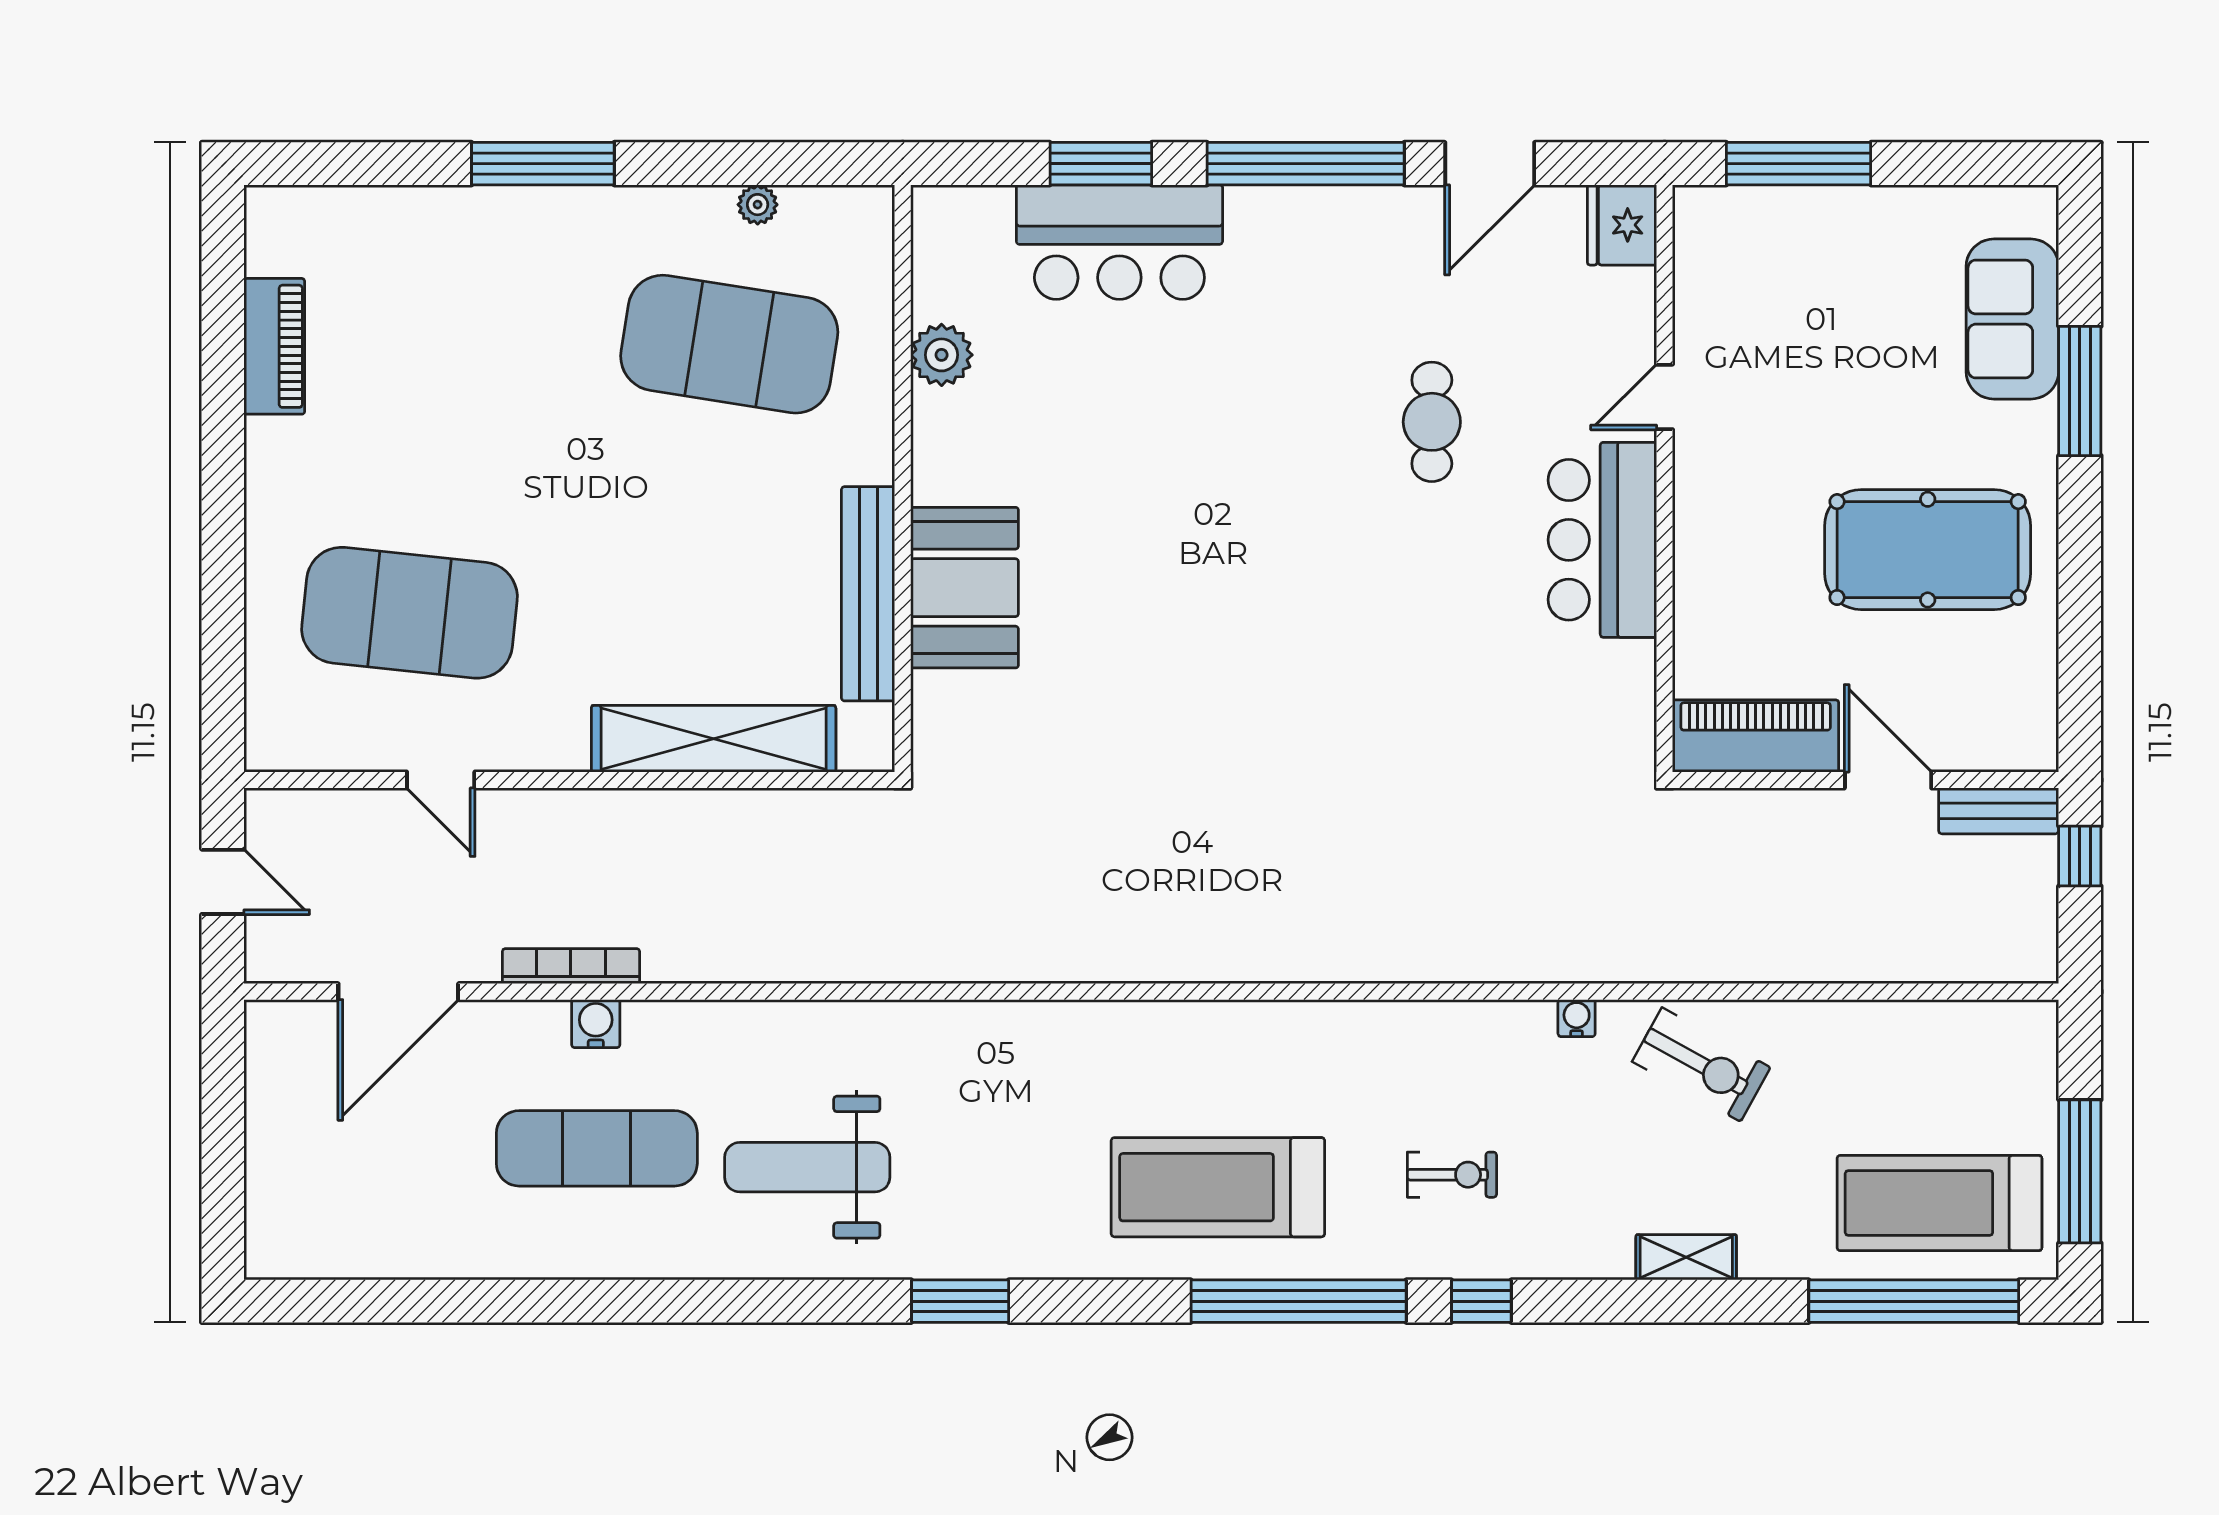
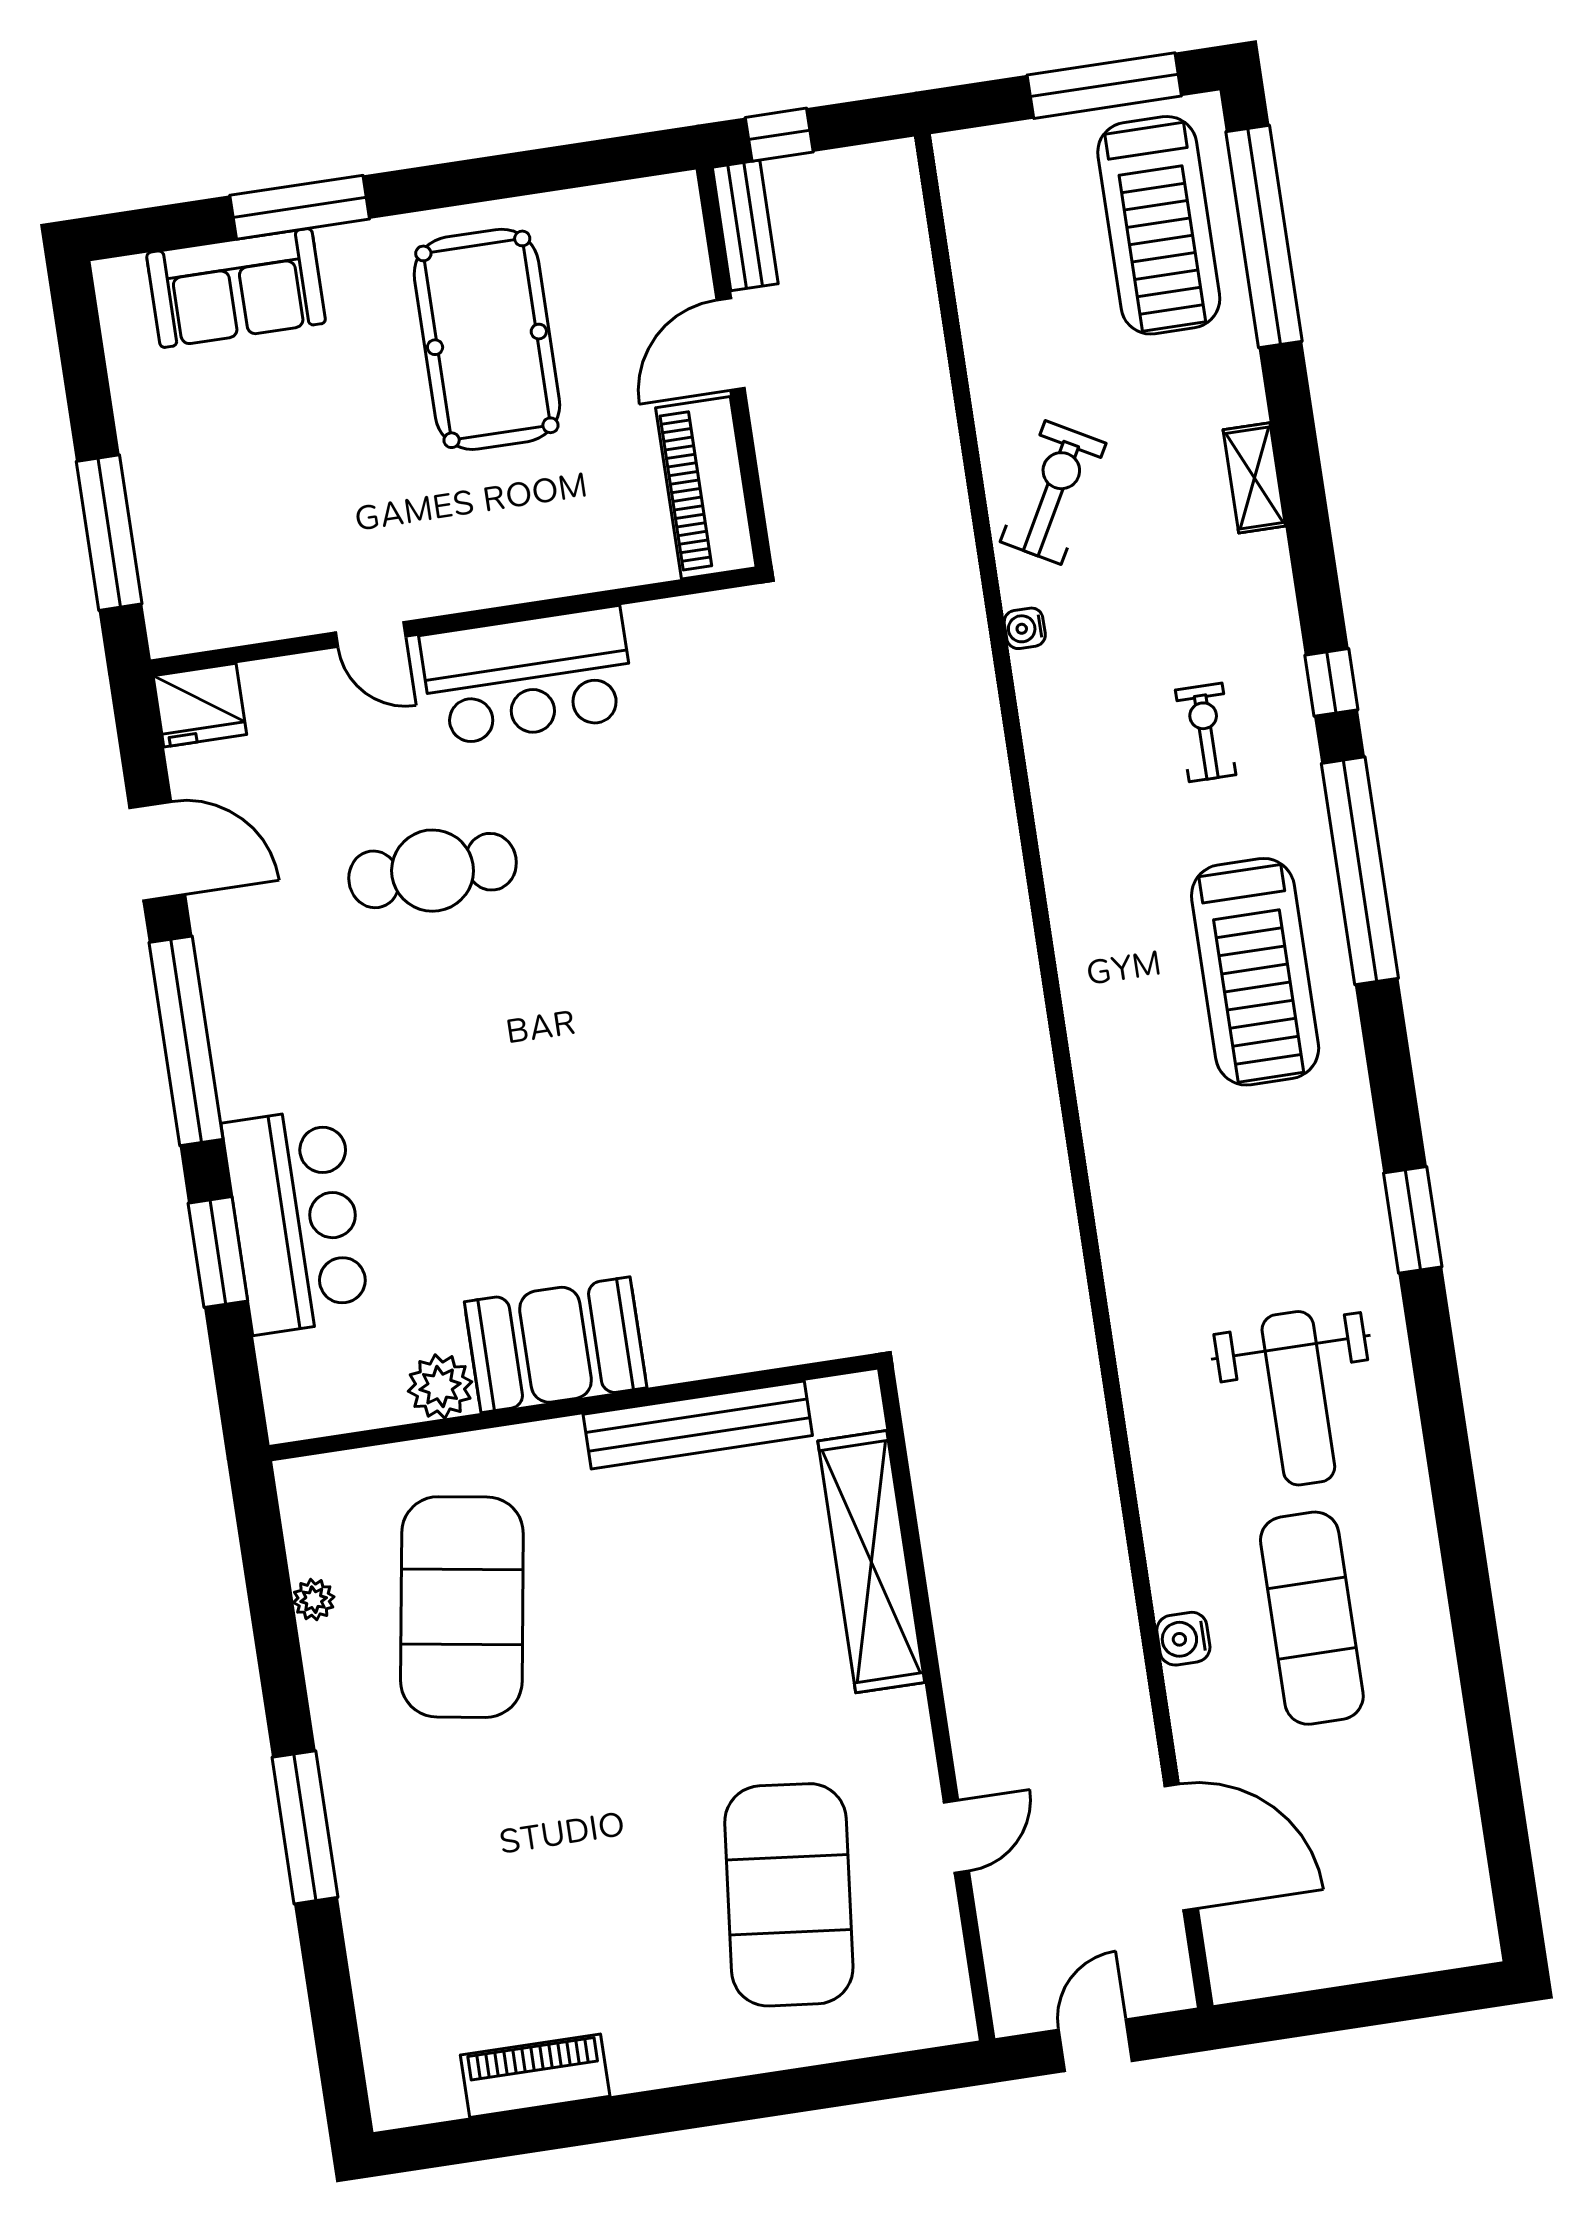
cafe table: (1432, 422) -> (433, 871), width x1.37, depth x1.35
booth: (965, 588) -> (556, 1345), moved
bookcase: (571, 966) -> (1128, 1673), removed

